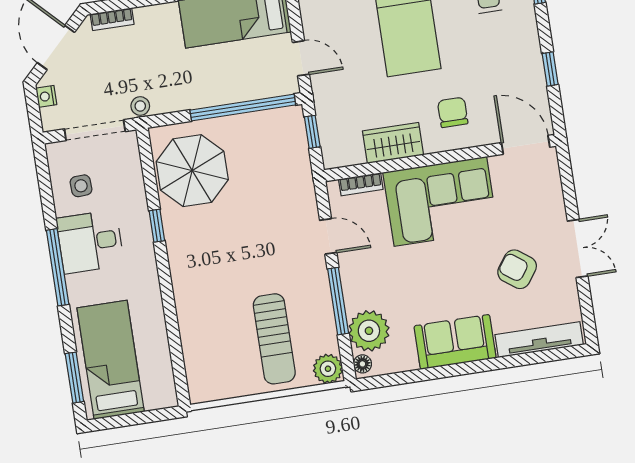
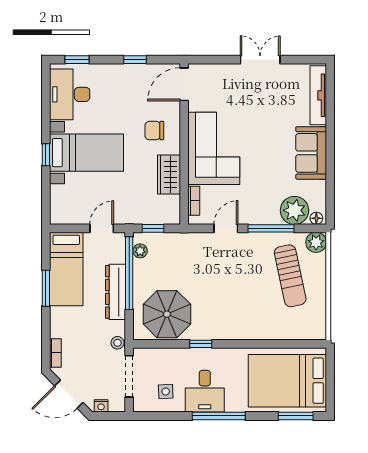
dresser: (213, 92) -> (116, 292), added
plant: (277, 118) -> (140, 251), added
armchair: (517, 269) -> (268, 103), removed
sun lounger: (274, 339) -> (290, 276), turned 78
bed: (111, 360) -> (287, 381), width x1.50

